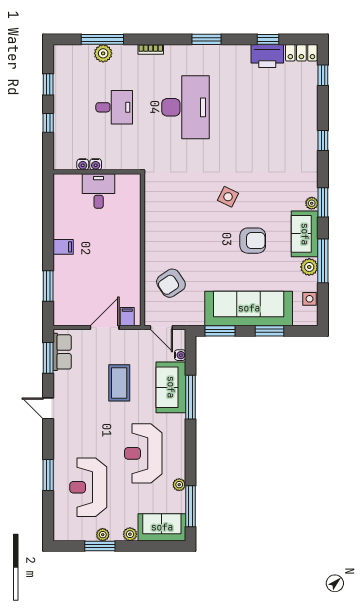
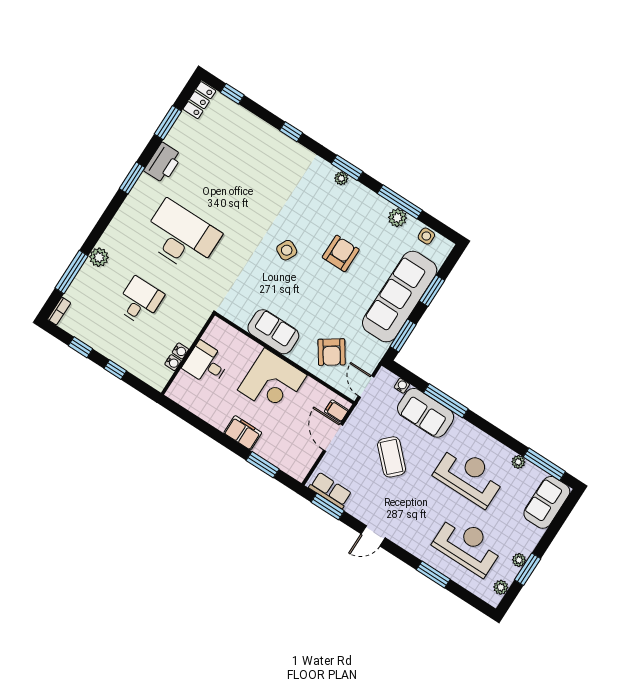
window: (268, 39) -> (168, 123), width x1.50
bookcase: (151, 49) -> (59, 311), moved
plant: (103, 53) -> (99, 257), moved
printer: (267, 56) -> (163, 163), moved
sofa: (305, 234) -> (273, 332), moved, turned 180
filing cabinet: (63, 247) -> (243, 433), width x2.00
corner desk: (117, 252) -> (272, 382), added
door: (161, 327) -> (366, 387), swing flipped
coffee table: (119, 383) -> (392, 457), turned 45
reception desk: (143, 453) -> (469, 476), turned 180
reception desk: (88, 487) -> (468, 546), turned 180
plant: (130, 534) -> (501, 587), moved

